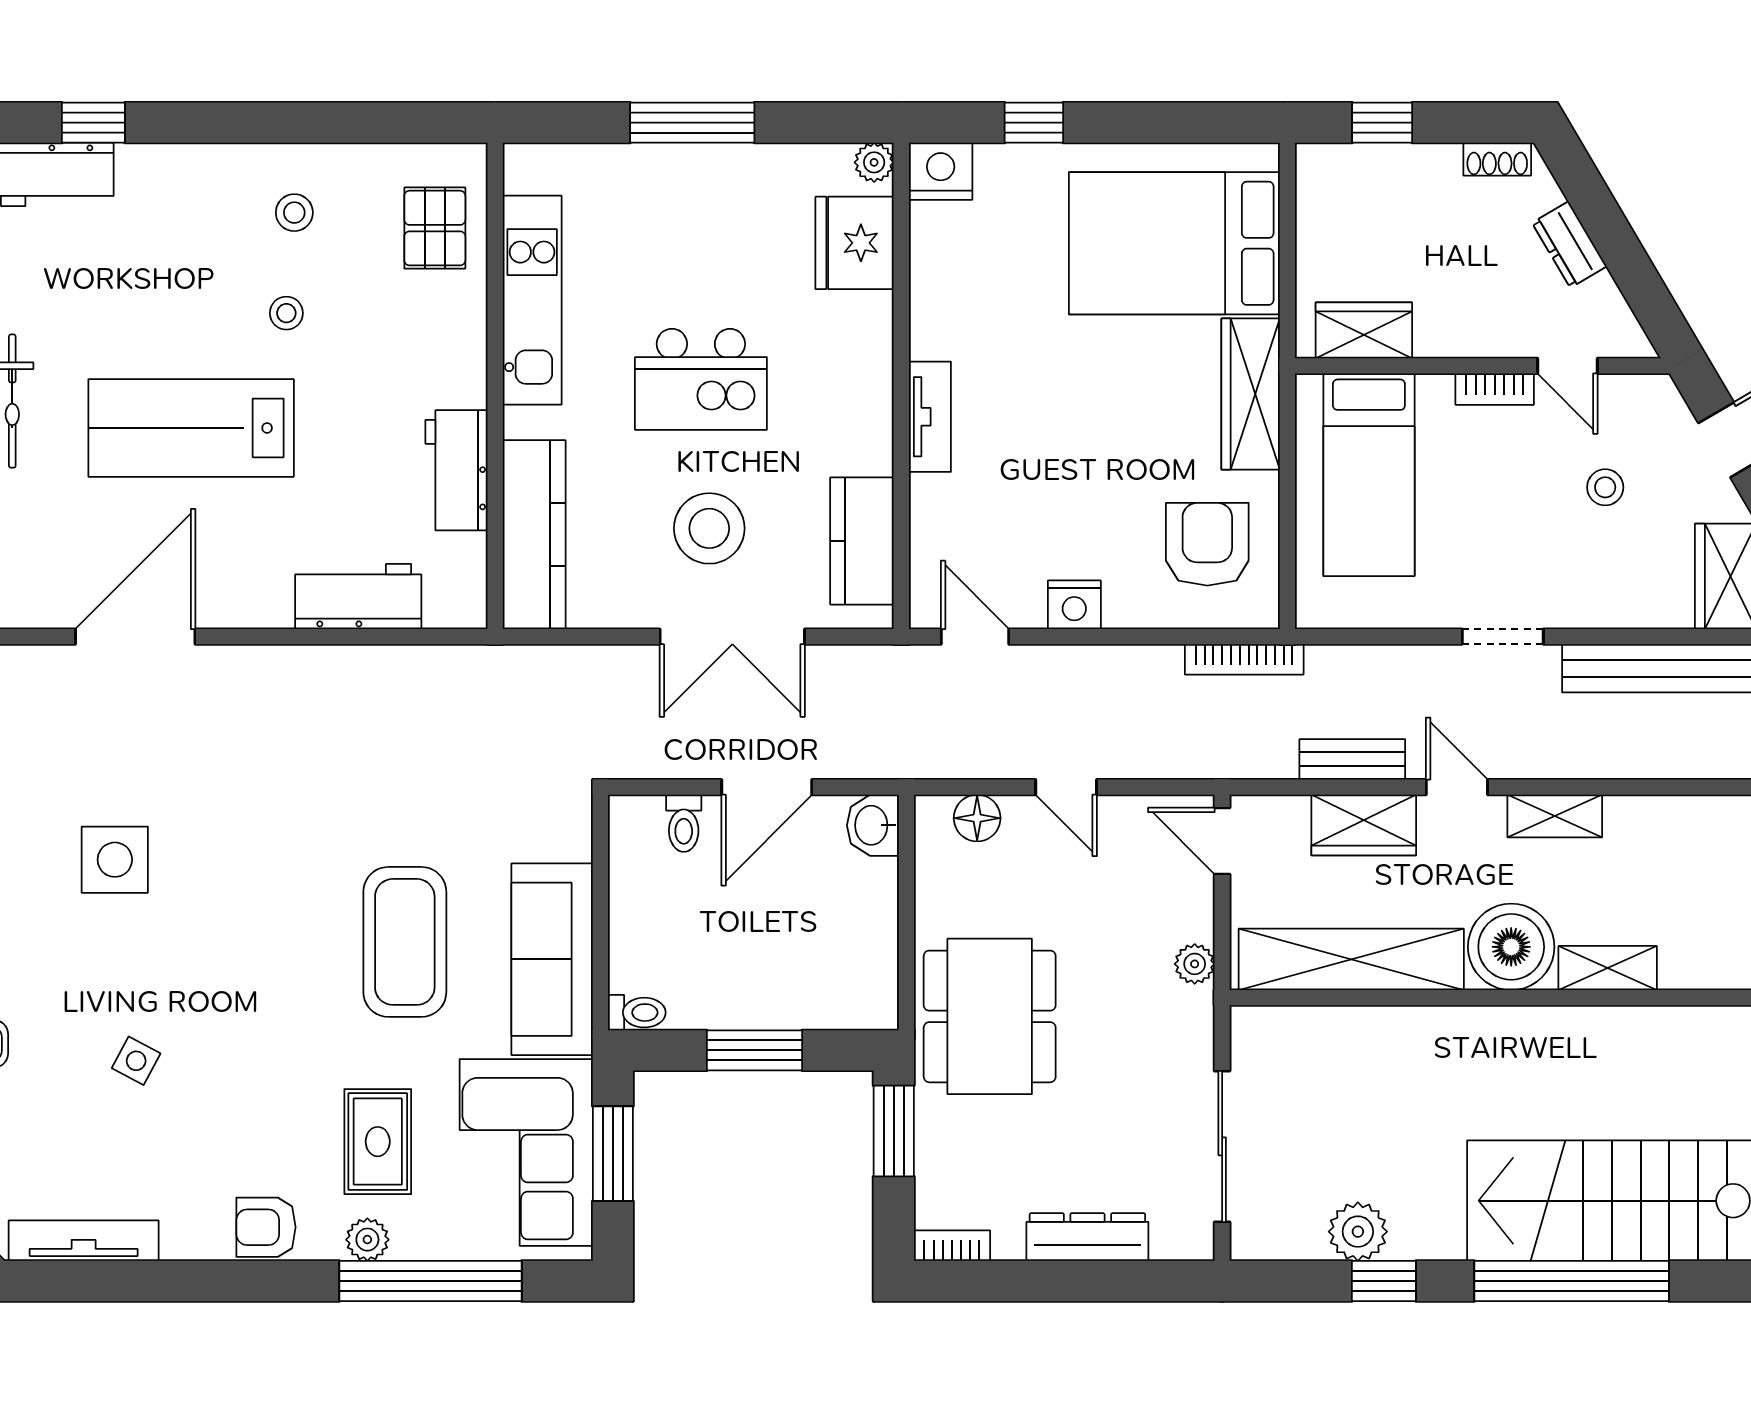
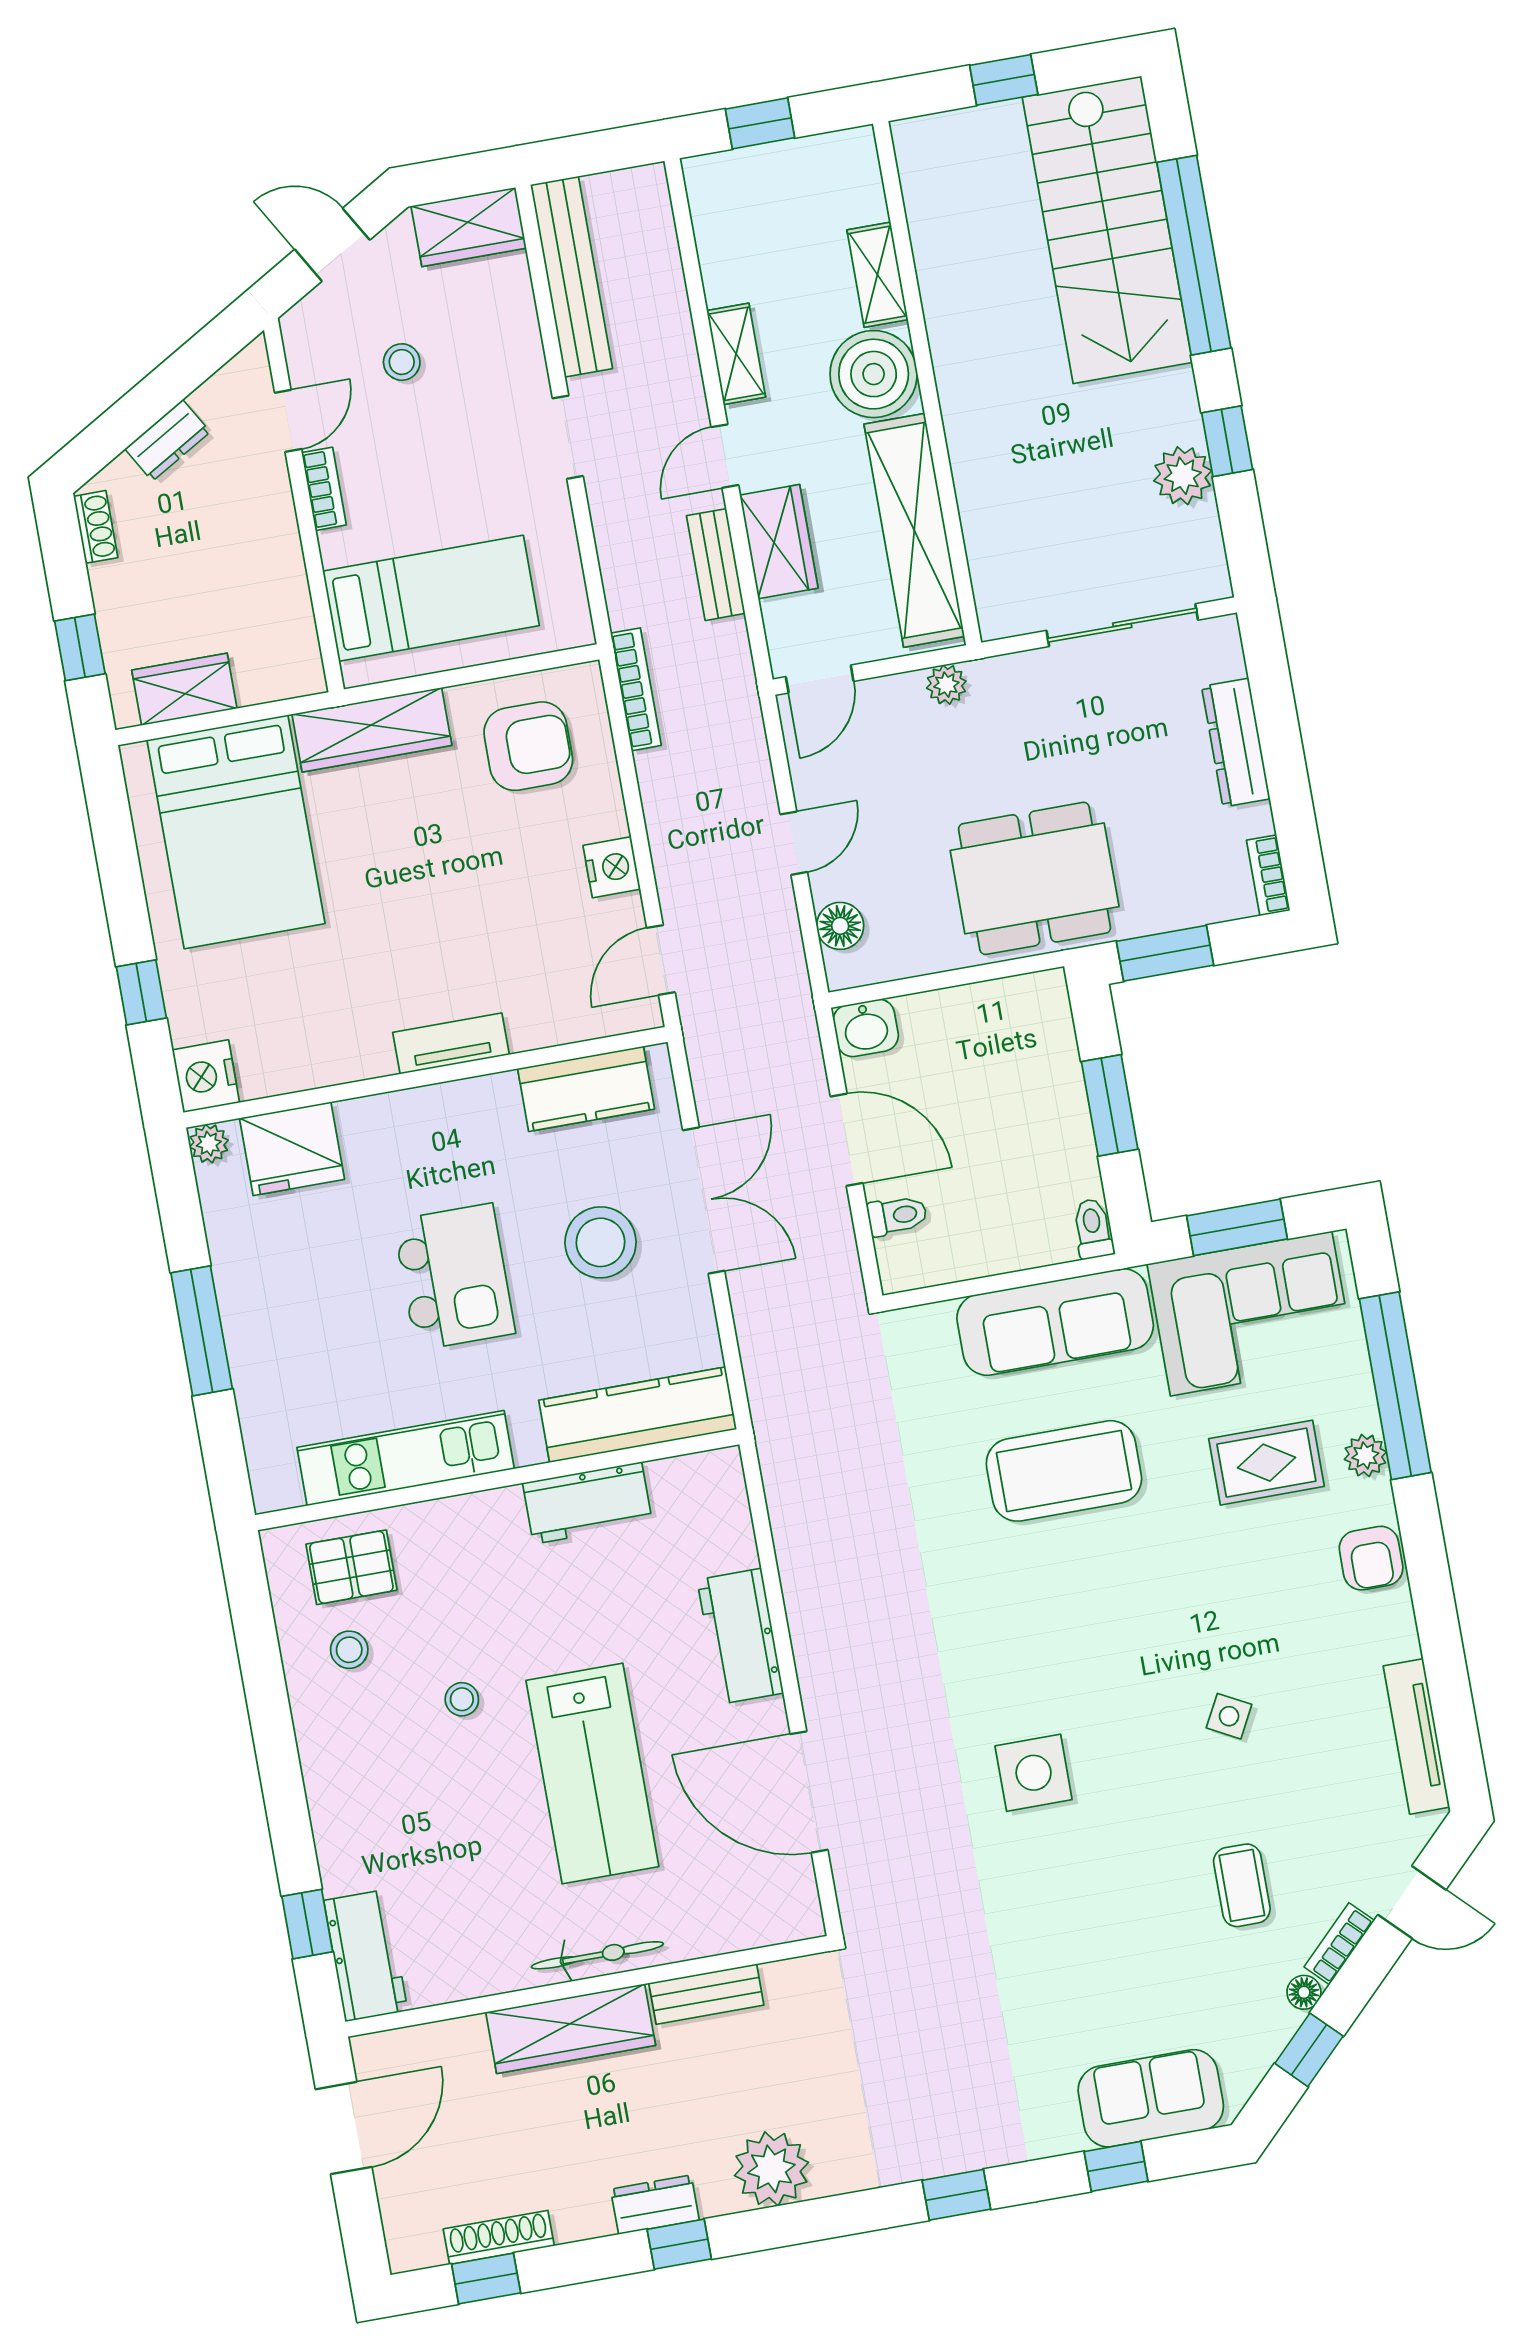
stool: (294, 213) -> (349, 1650), moved
wardrobe: (1364, 330) -> (184, 689), moved, turned 90
armchair: (1207, 544) -> (528, 746), turned 180
workbench: (358, 597) -> (740, 1636), moved

